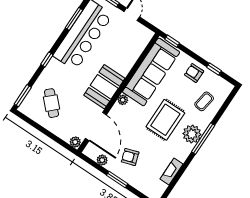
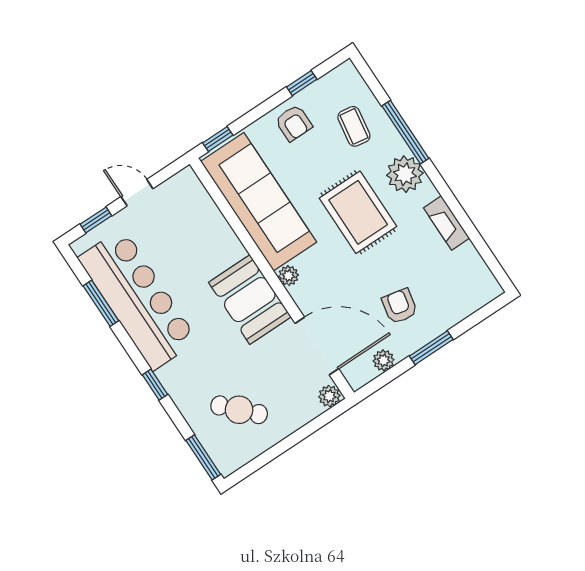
armchair: (194, 73) -> (294, 123), turned -90
window: (203, 139) -> (405, 132), moved
armchair: (130, 157) -> (400, 306), turned 120
fireplace: (172, 171) -> (447, 223), moved

